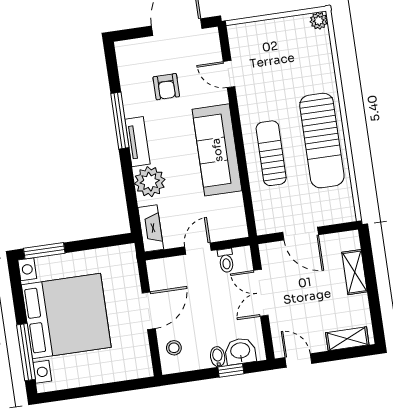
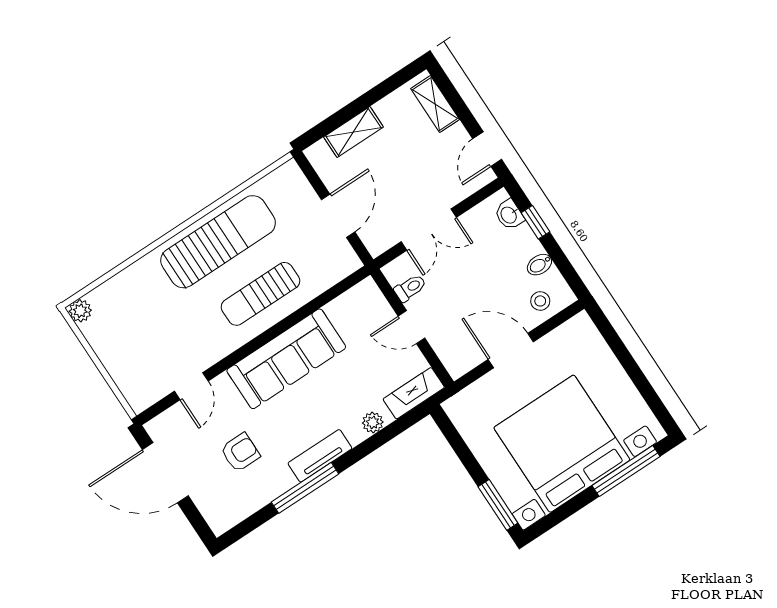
plant: (150, 182) -> (373, 422), width x0.53, depth x0.53
washbasin: (240, 351) -> (509, 215), width x0.72, depth x0.69
bidet: (218, 357) -> (539, 265), moved

